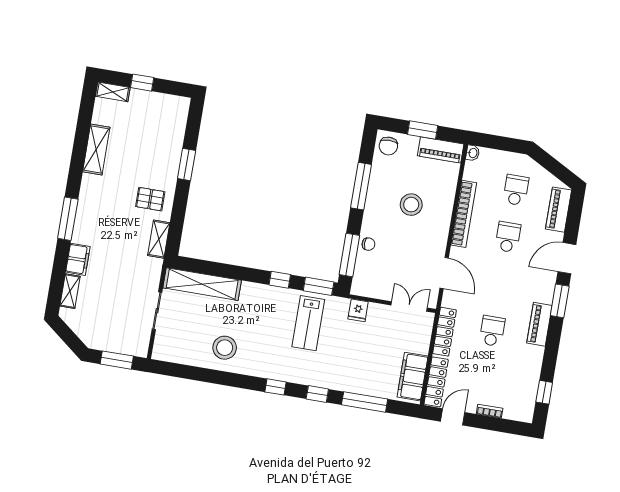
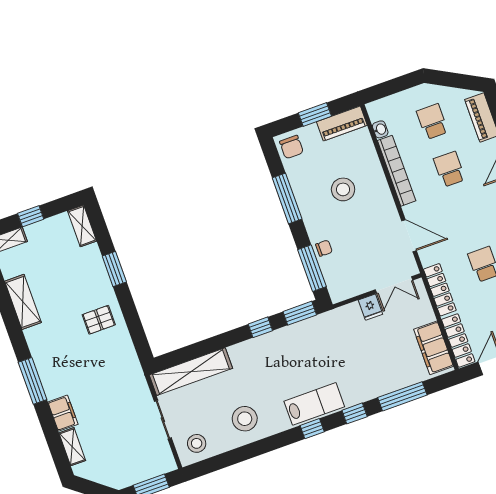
washbasin: (473, 153) -> (380, 129), moved
shelving: (159, 239) -> (82, 226), moved
double door: (409, 307) -> (394, 285), swing flipped
fridge: (358, 310) -> (370, 307), moved
lab bench: (308, 323) -> (314, 404), moved, turned -90
stool: (174, 346) -> (197, 443), added

